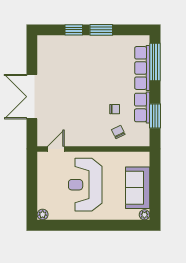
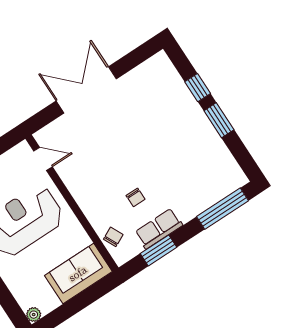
row of seats: (142, 68) -> (206, 198), removed
chair: (118, 132) -> (113, 237), moved
sofa: (138, 188) -> (78, 274), moved

